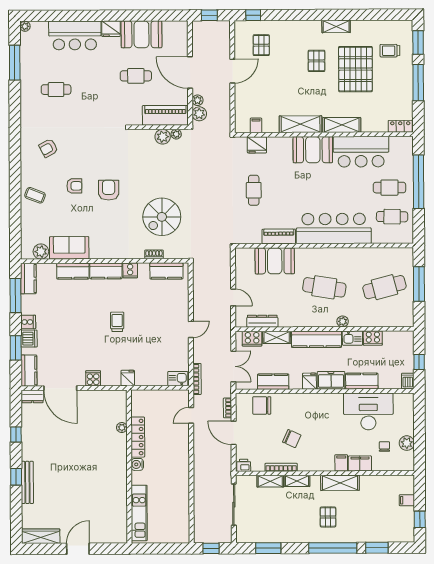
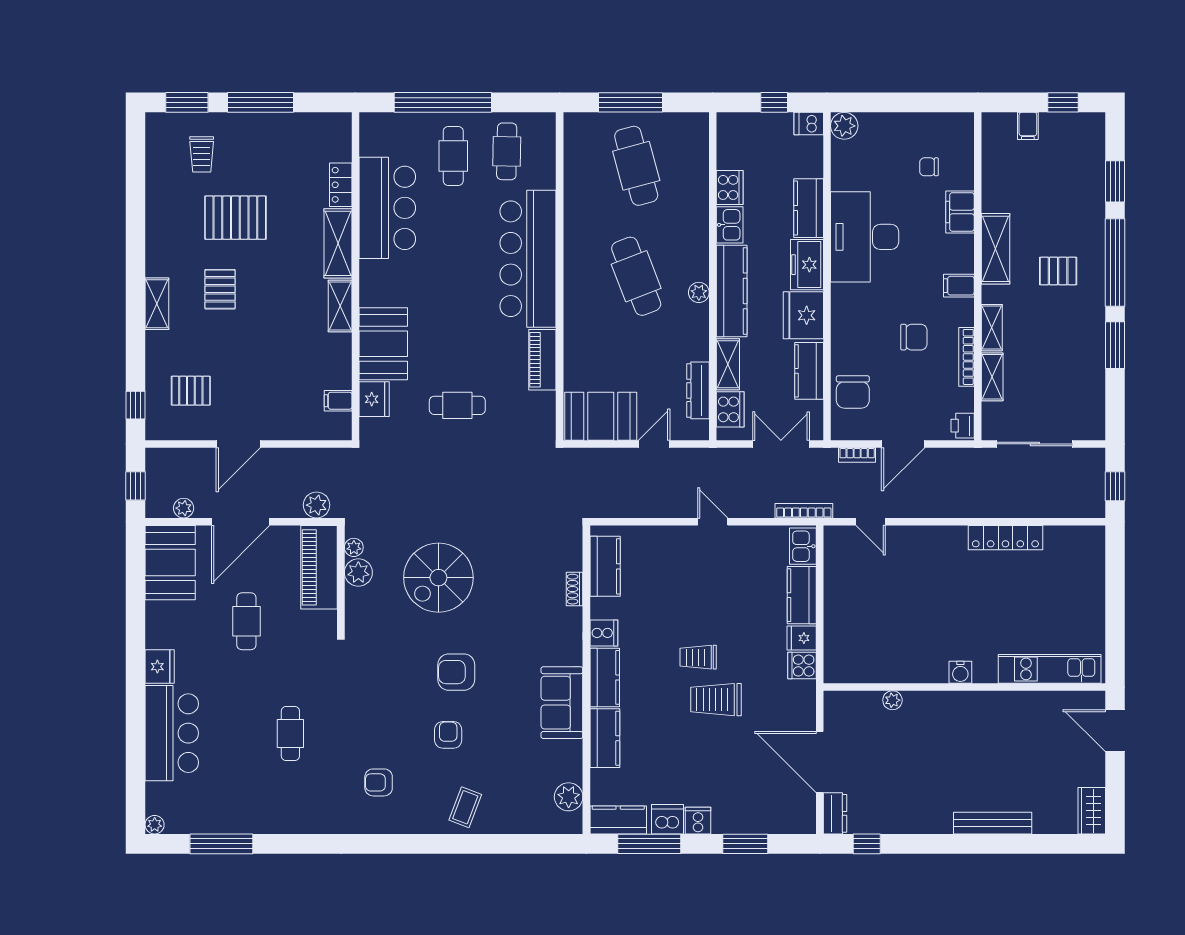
shelving: (336, 26) -> (157, 304), moved
booth: (141, 34) -> (170, 563), moved
pallet: (316, 61) -> (220, 289), turned 90
pallet: (355, 69) -> (235, 218), width x0.73, depth x0.71
door: (232, 71) -> (238, 444), swing flipped
cafe table: (56, 90) -> (290, 734), moved
plant: (197, 100) -> (184, 508), moved
shelving: (301, 124) -> (340, 306), width x0.67, depth x0.75
locker: (400, 126) -> (341, 185), moved
armchair: (48, 148) -> (379, 782), turned 118
booth: (313, 150) -> (383, 344), moved
spiral stairs: (162, 217) -> (438, 578), moved, turned 90
sofa: (69, 248) -> (562, 703), moved
booth: (275, 261) -> (601, 416), moved, turned 90
cafe table: (324, 287) -> (636, 276), turned -30
plant: (343, 321) -> (699, 292), moved
trolley: (94, 332) -> (716, 700), added
dishwasher: (29, 339) -> (668, 819), moved
kitchen counter: (29, 371) -> (802, 595), moved, turned -90
cooker: (93, 378) -> (802, 666), moved
fridge: (309, 381) -> (803, 315), width x1.88, depth x1.34
door: (60, 388) -> (820, 762), swing flipped
desk: (368, 411) -> (865, 237), moved
plant: (122, 428) -> (892, 700), moved
window: (16, 435) -> (867, 844), moved
locker: (138, 437) -> (1005, 538), moved, turned 180
chair: (292, 439) -> (914, 337), turned 66
plant: (407, 443) -> (844, 126), moved
filing cabinet: (341, 463) -> (959, 286), moved
water cooler: (137, 464) -> (960, 672), moved
wall: (129, 467) -> (964, 687), moved
window: (16, 477) -> (982, 844), removed
kitchen unit: (139, 513) -> (1050, 669), moved
wardrobe: (41, 536) -> (1092, 811), width x0.67
window: (268, 548) -> (1115, 345), moved

